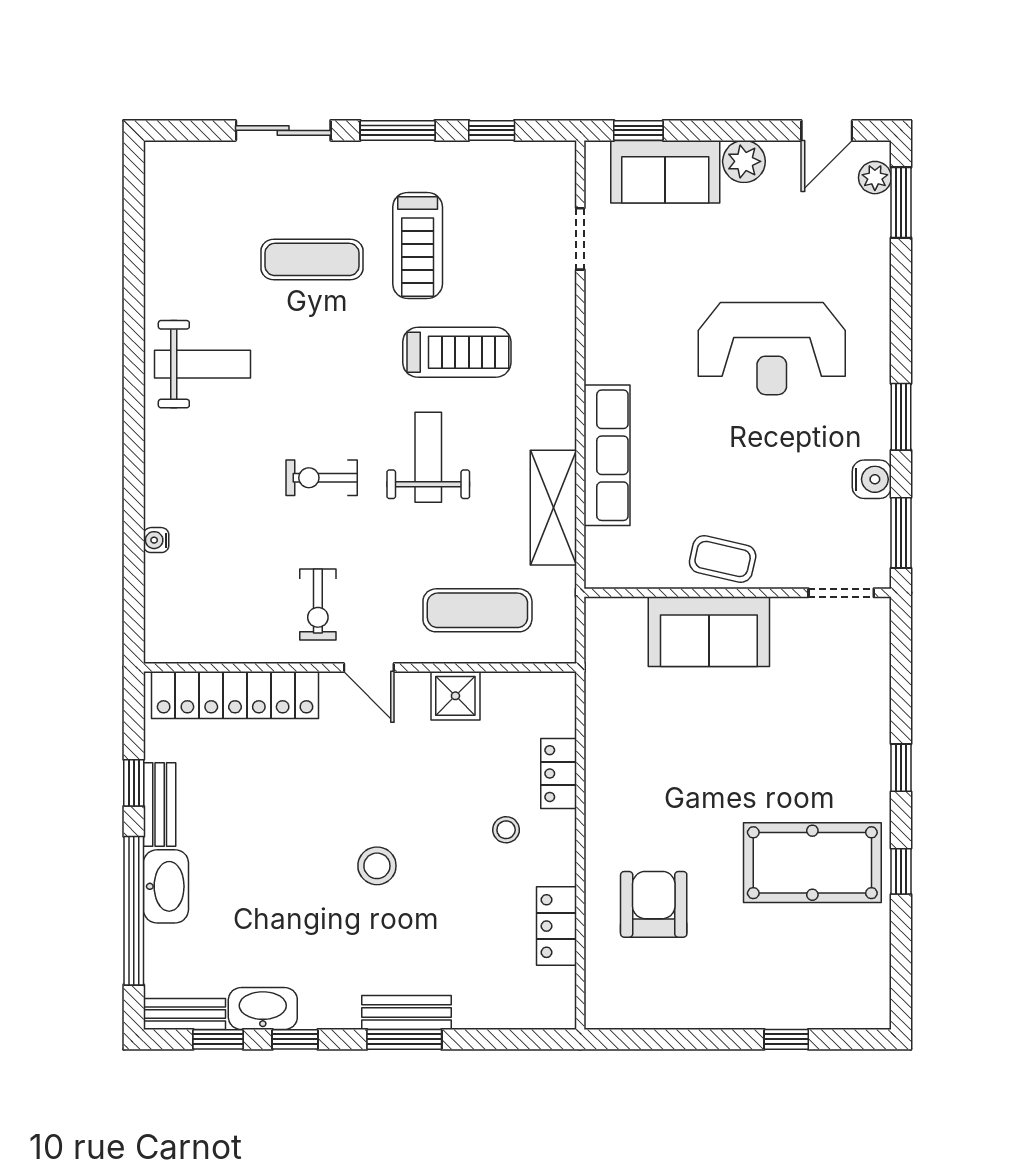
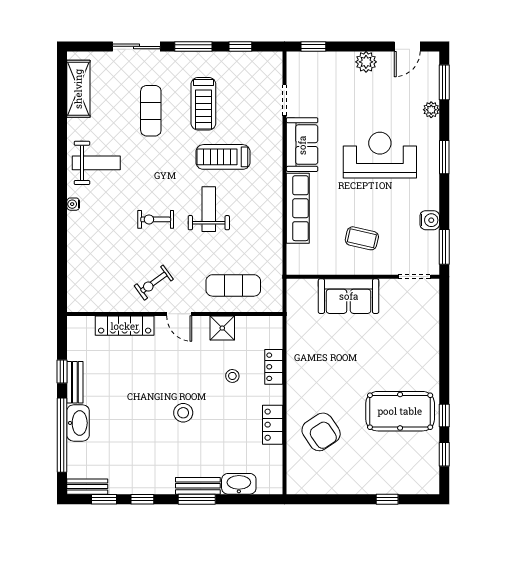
sofa: (665, 172) -> (302, 145), moved, turned -90
plant: (875, 178) -> (431, 110), moved
exercise mat: (312, 259) -> (151, 111), turned 90
reception desk: (772, 349) -> (380, 155), turned 180
treadmill: (457, 352) -> (223, 157), turned 180
window: (901, 417) -> (444, 157), moved
shelving: (553, 508) -> (78, 89), moved
water cooler: (156, 540) -> (73, 204), moved
coffee table: (723, 559) -> (362, 238), moved
exercise bike: (318, 604) -> (154, 283), turned 54
locker: (235, 695) -> (125, 326), width x0.71, depth x0.83
window: (901, 768) -> (444, 454), moved
stool: (506, 830) -> (232, 376), moved
armchair: (654, 904) -> (321, 432), turned 146
locker: (556, 926) -> (273, 425), moved
washbasin: (263, 1008) -> (239, 484), moved

